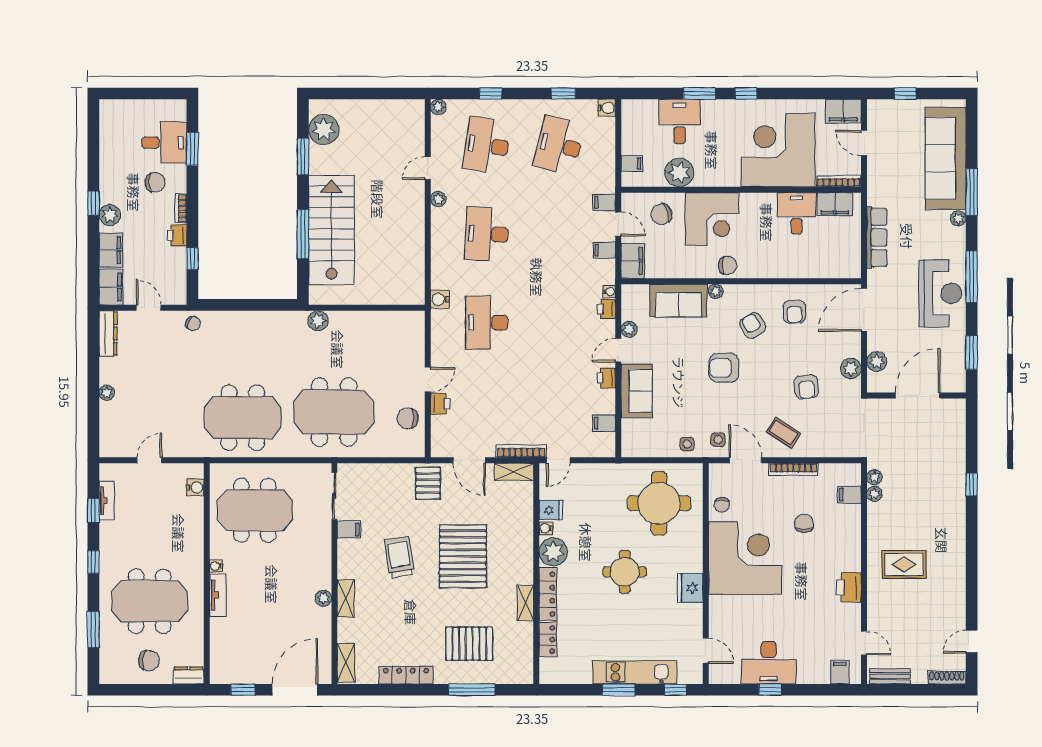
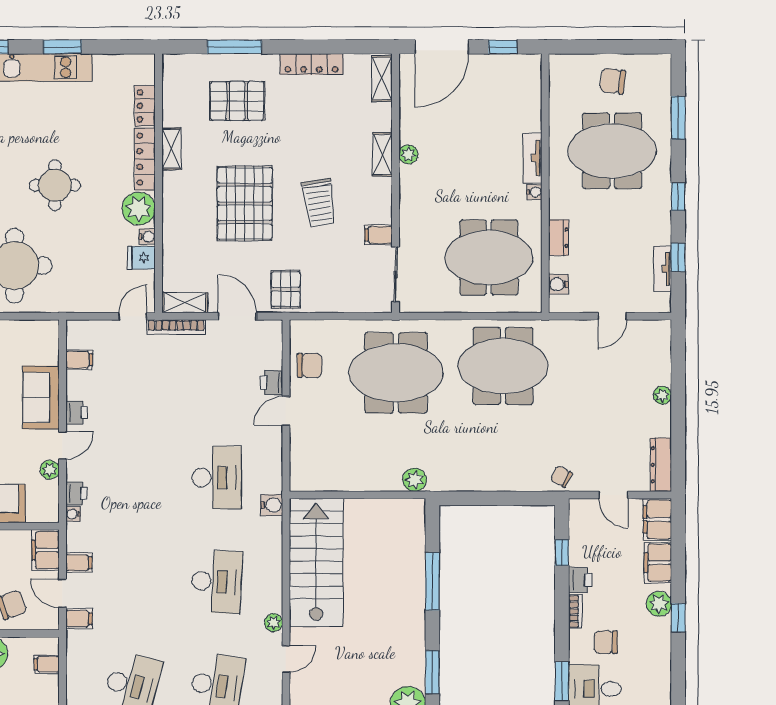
stairs: (331, 230) -> (316, 563), moved, turned 180
dresser: (189, 675) -> (559, 238), moved, turned -90

